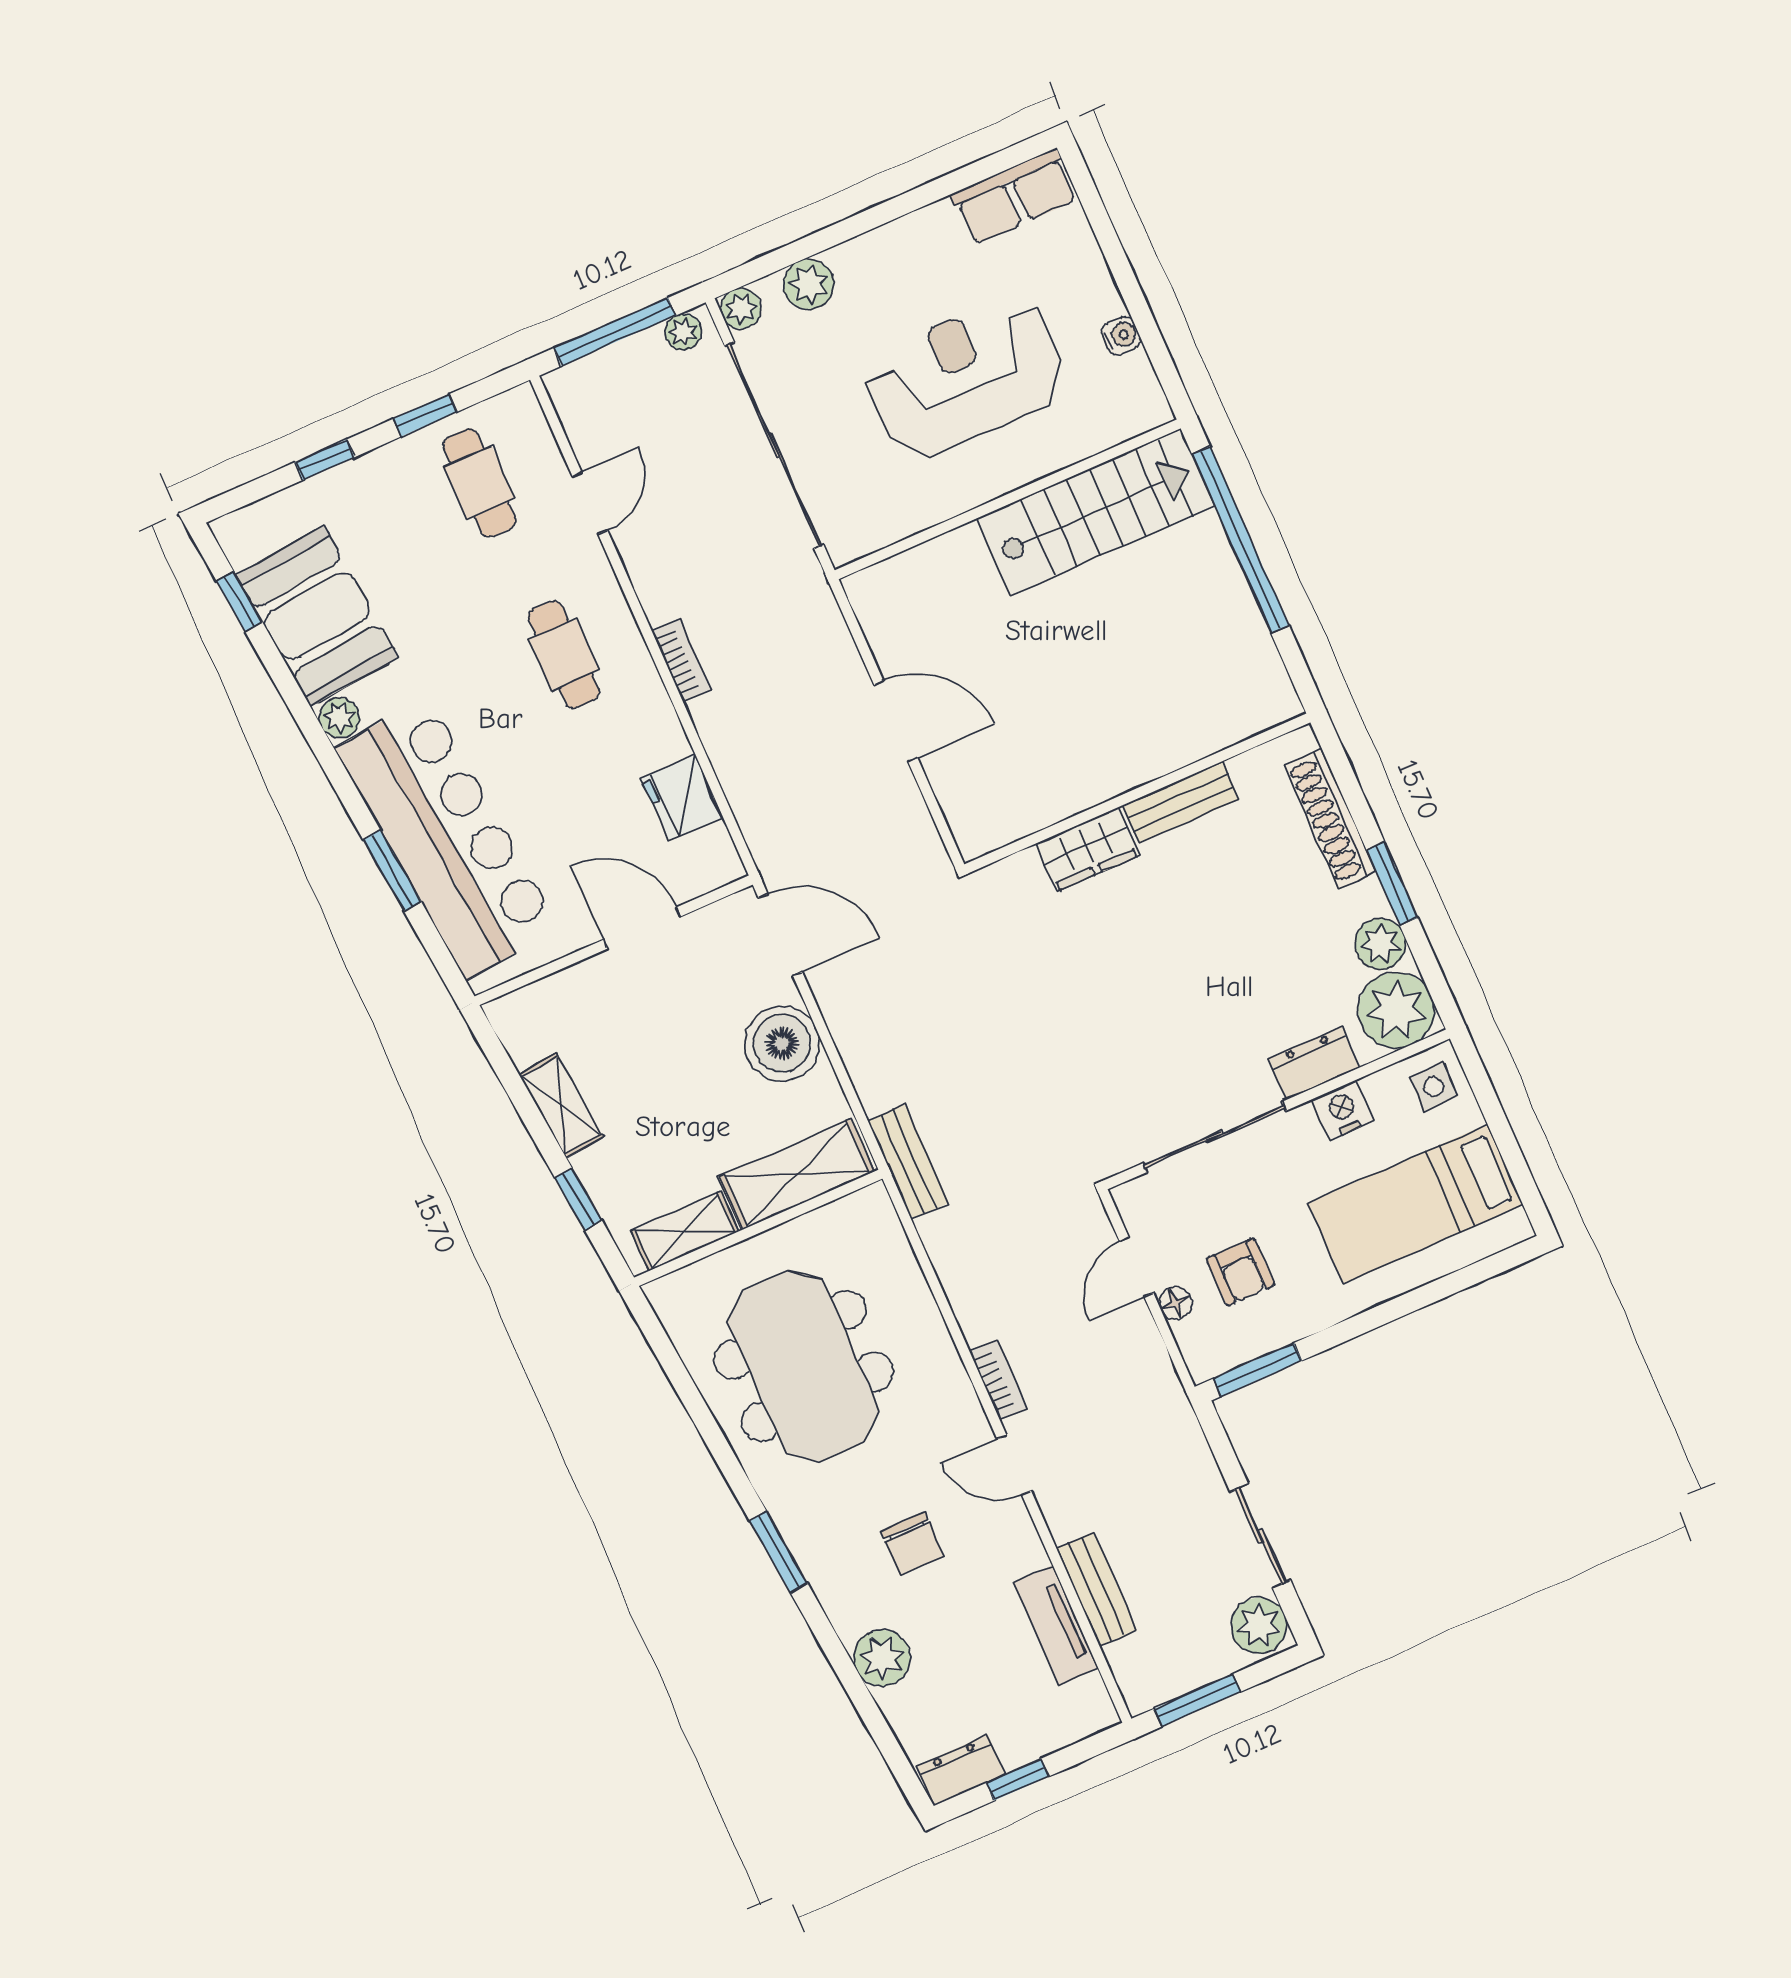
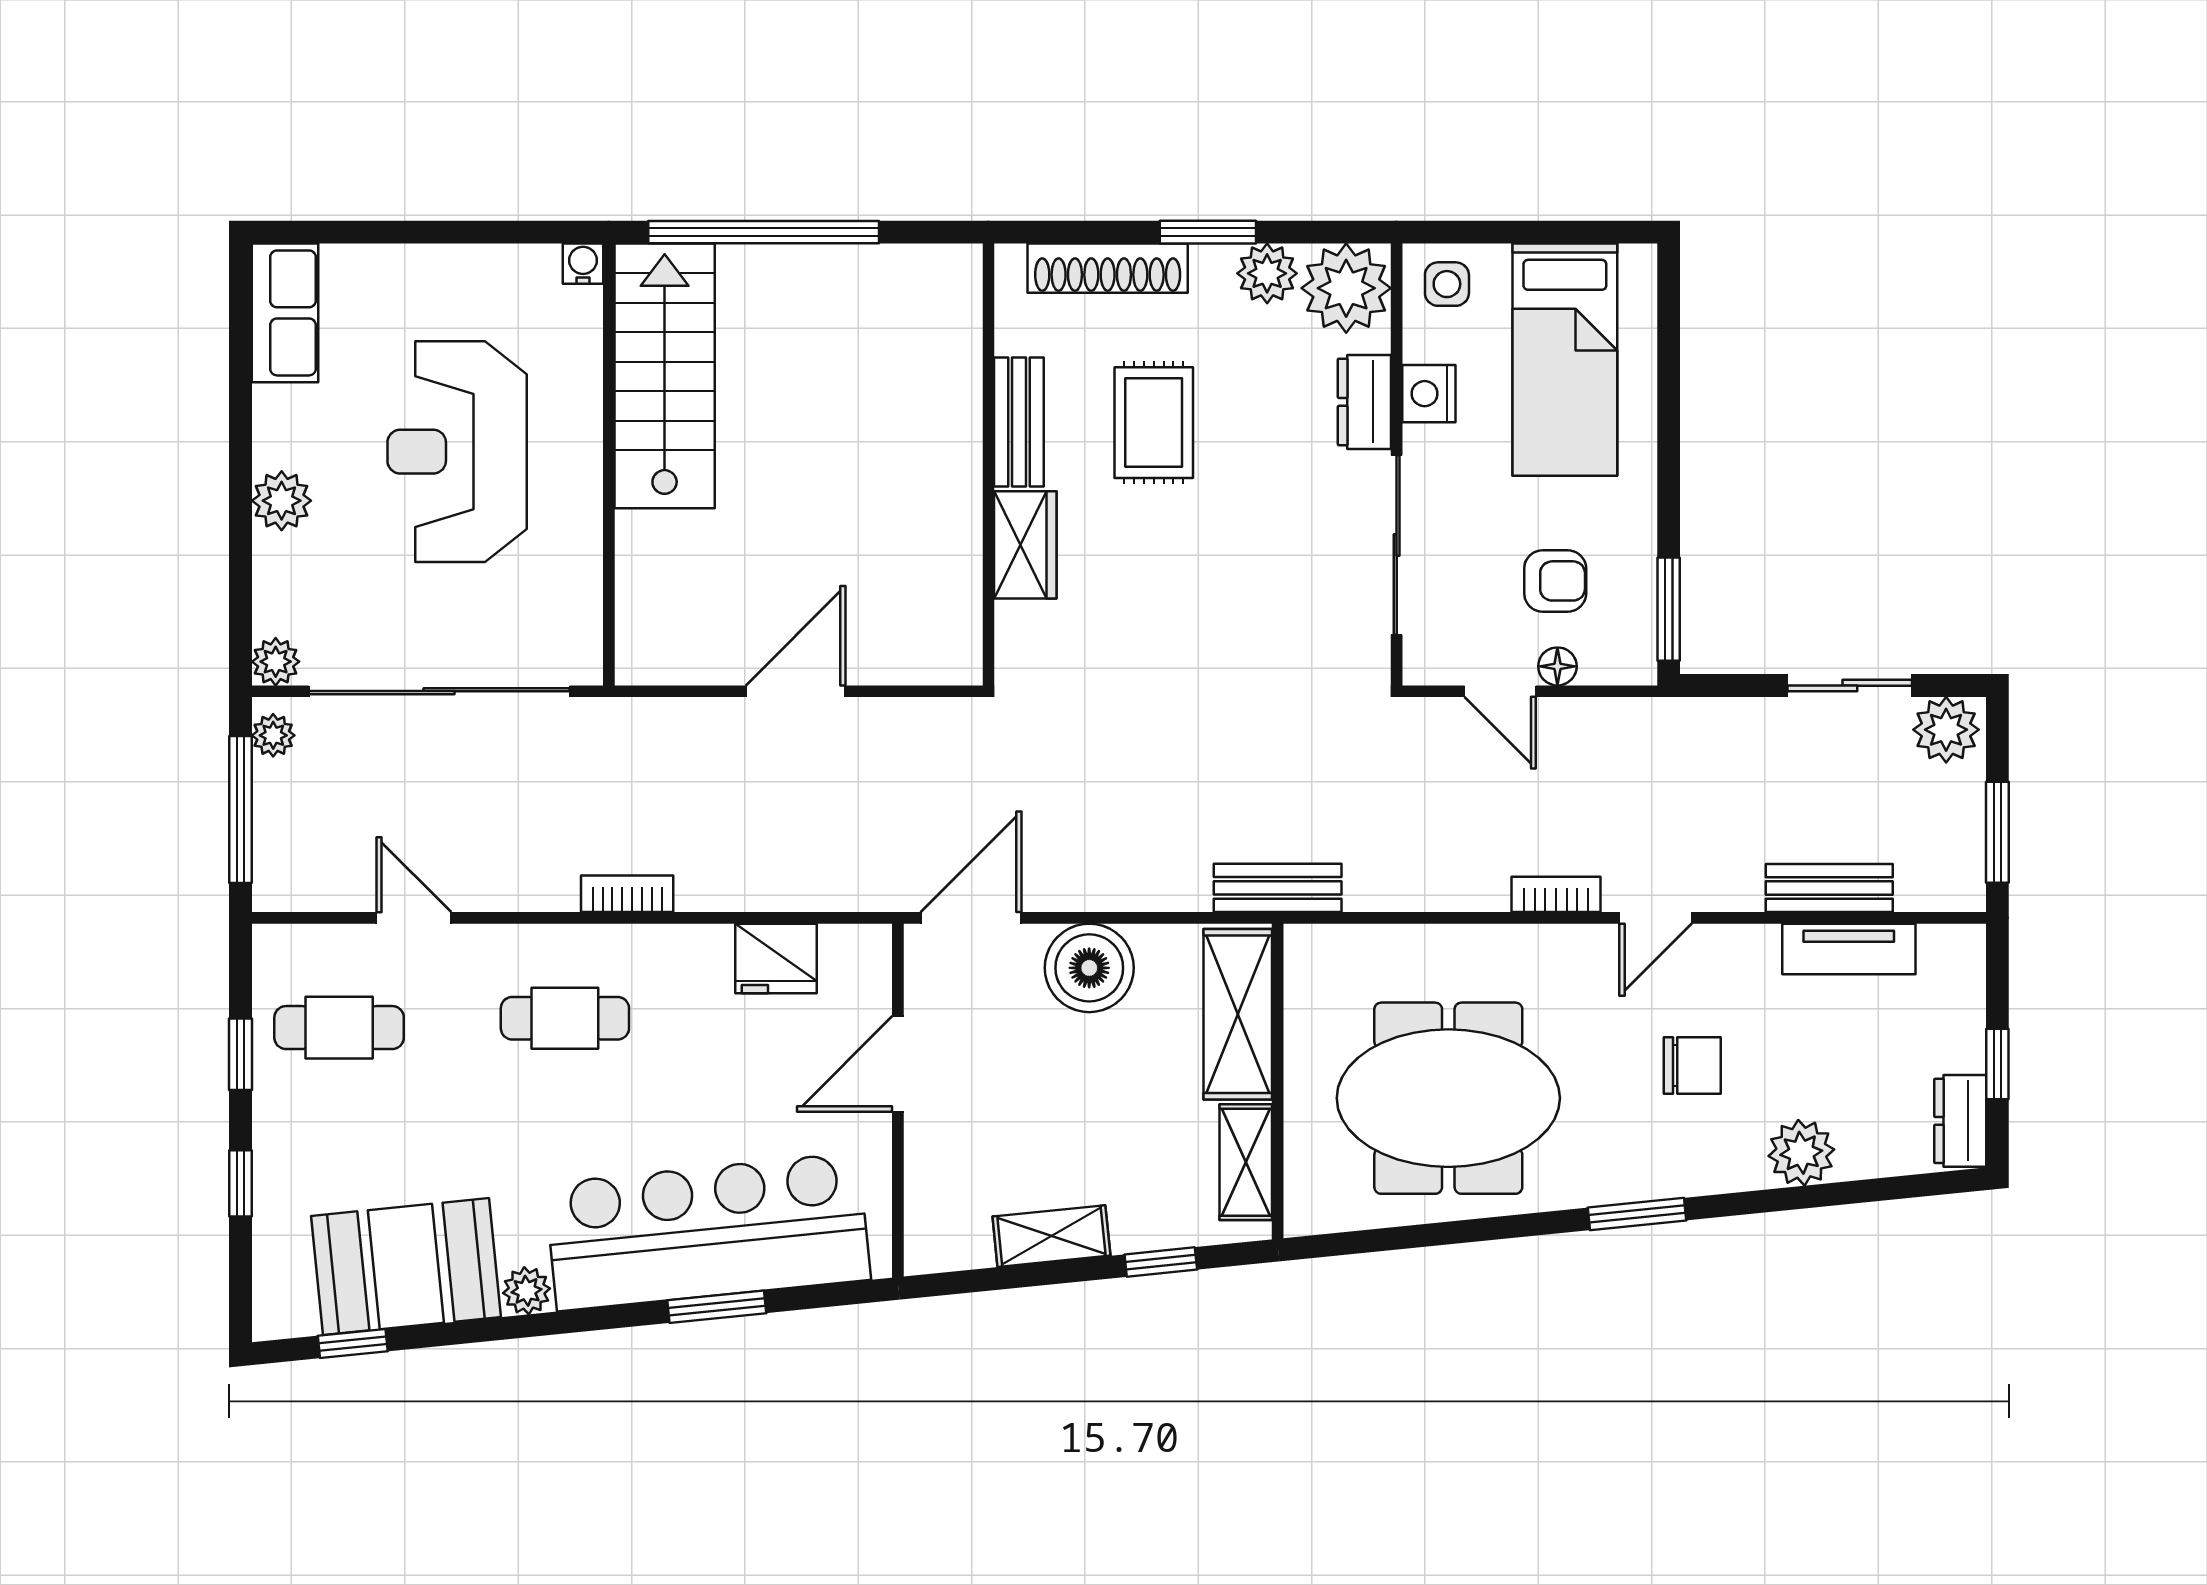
plant: (809, 284) -> (282, 501), moved
water cooler: (1121, 336) -> (583, 264), moved
rug: (1226, 907) -> (1154, 423), added

